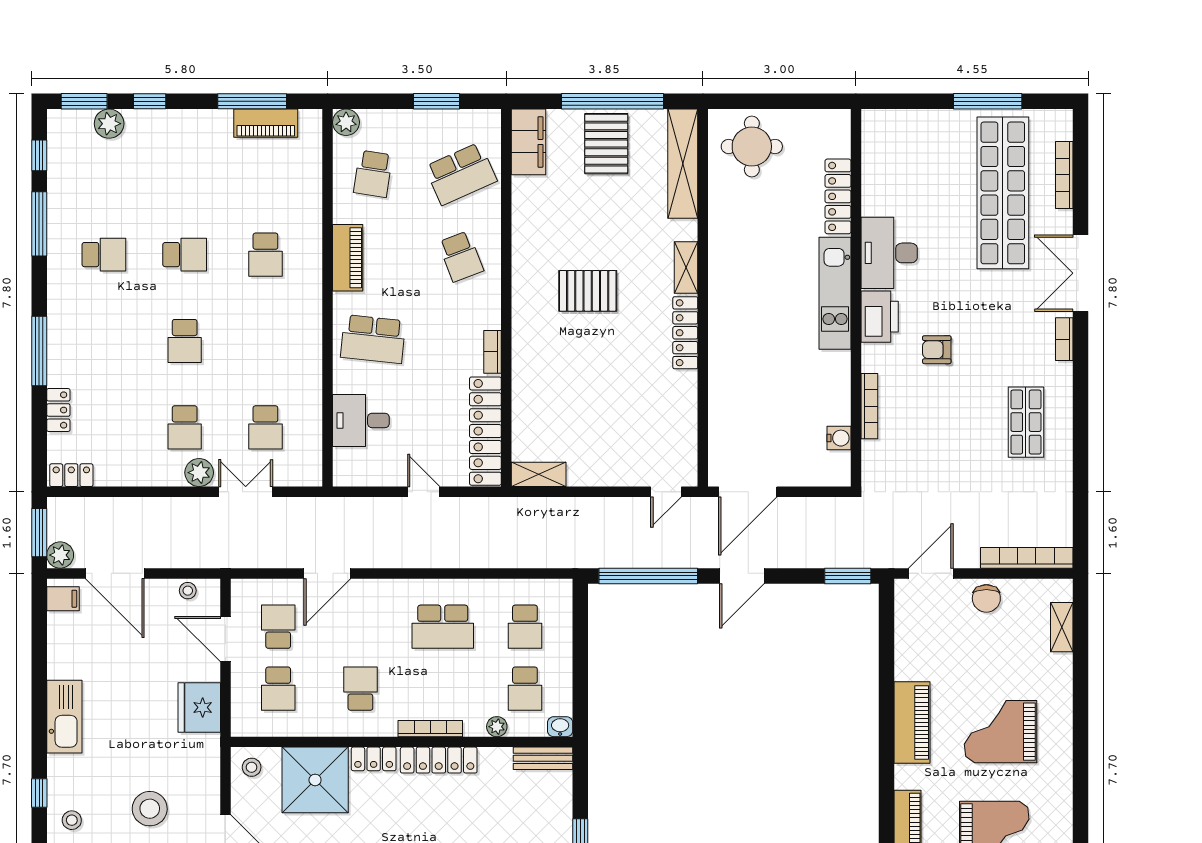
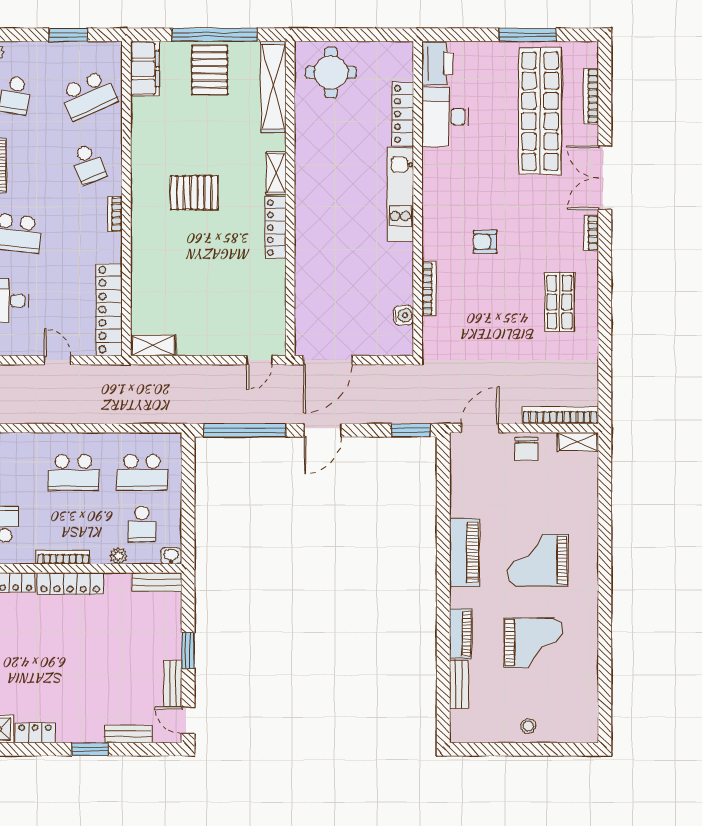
desk: (889, 253) -> (445, 117), moved
printer: (880, 317) -> (437, 64), moved
bookcase: (492, 352) -> (115, 214), moved
school desk: (525, 627) -> (142, 473), width x1.85
shelving: (1062, 627) -> (578, 442), moved, turned 90

